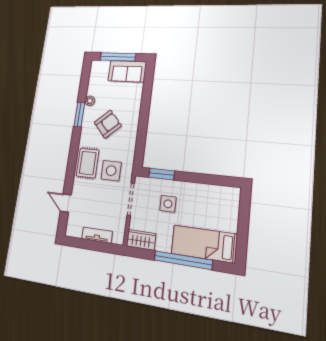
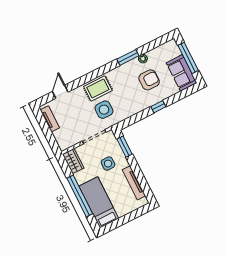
window: (144, 113) -> (158, 107), added
armchair: (108, 124) -> (149, 80), moved, turned -48
tv unit: (207, 190) -> (134, 183), added
tv unit: (97, 235) -> (50, 119), moved

